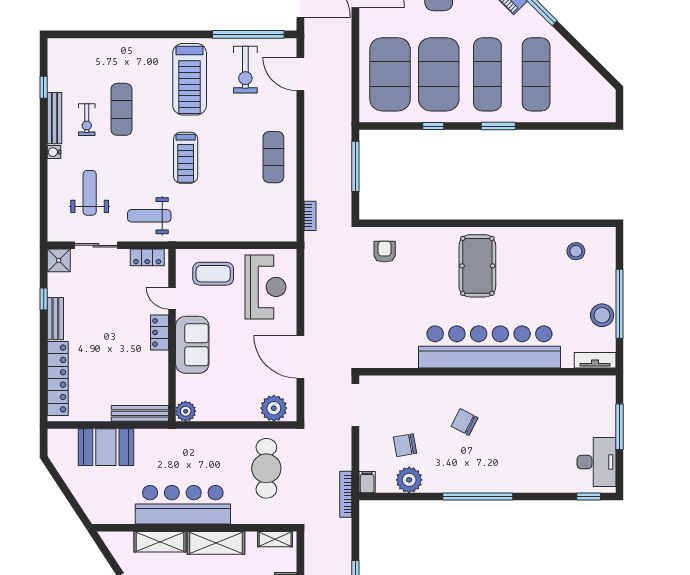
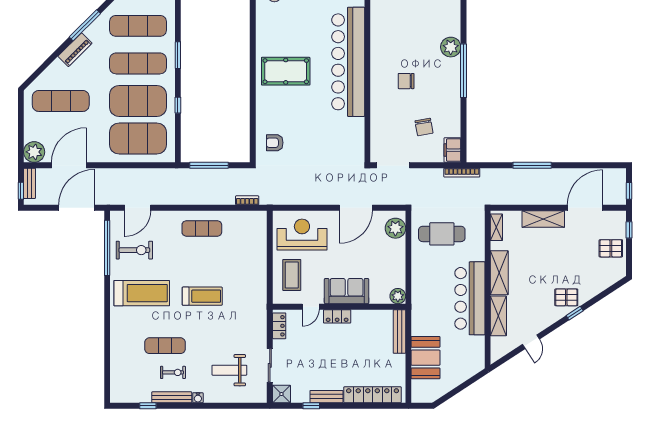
weight bench: (149, 216) -> (247, 324), removed
chair: (465, 422) -> (406, 81), turned 63
plant: (409, 480) -> (451, 47), moved
filing cabinet: (367, 482) -> (452, 150), width x2.00

